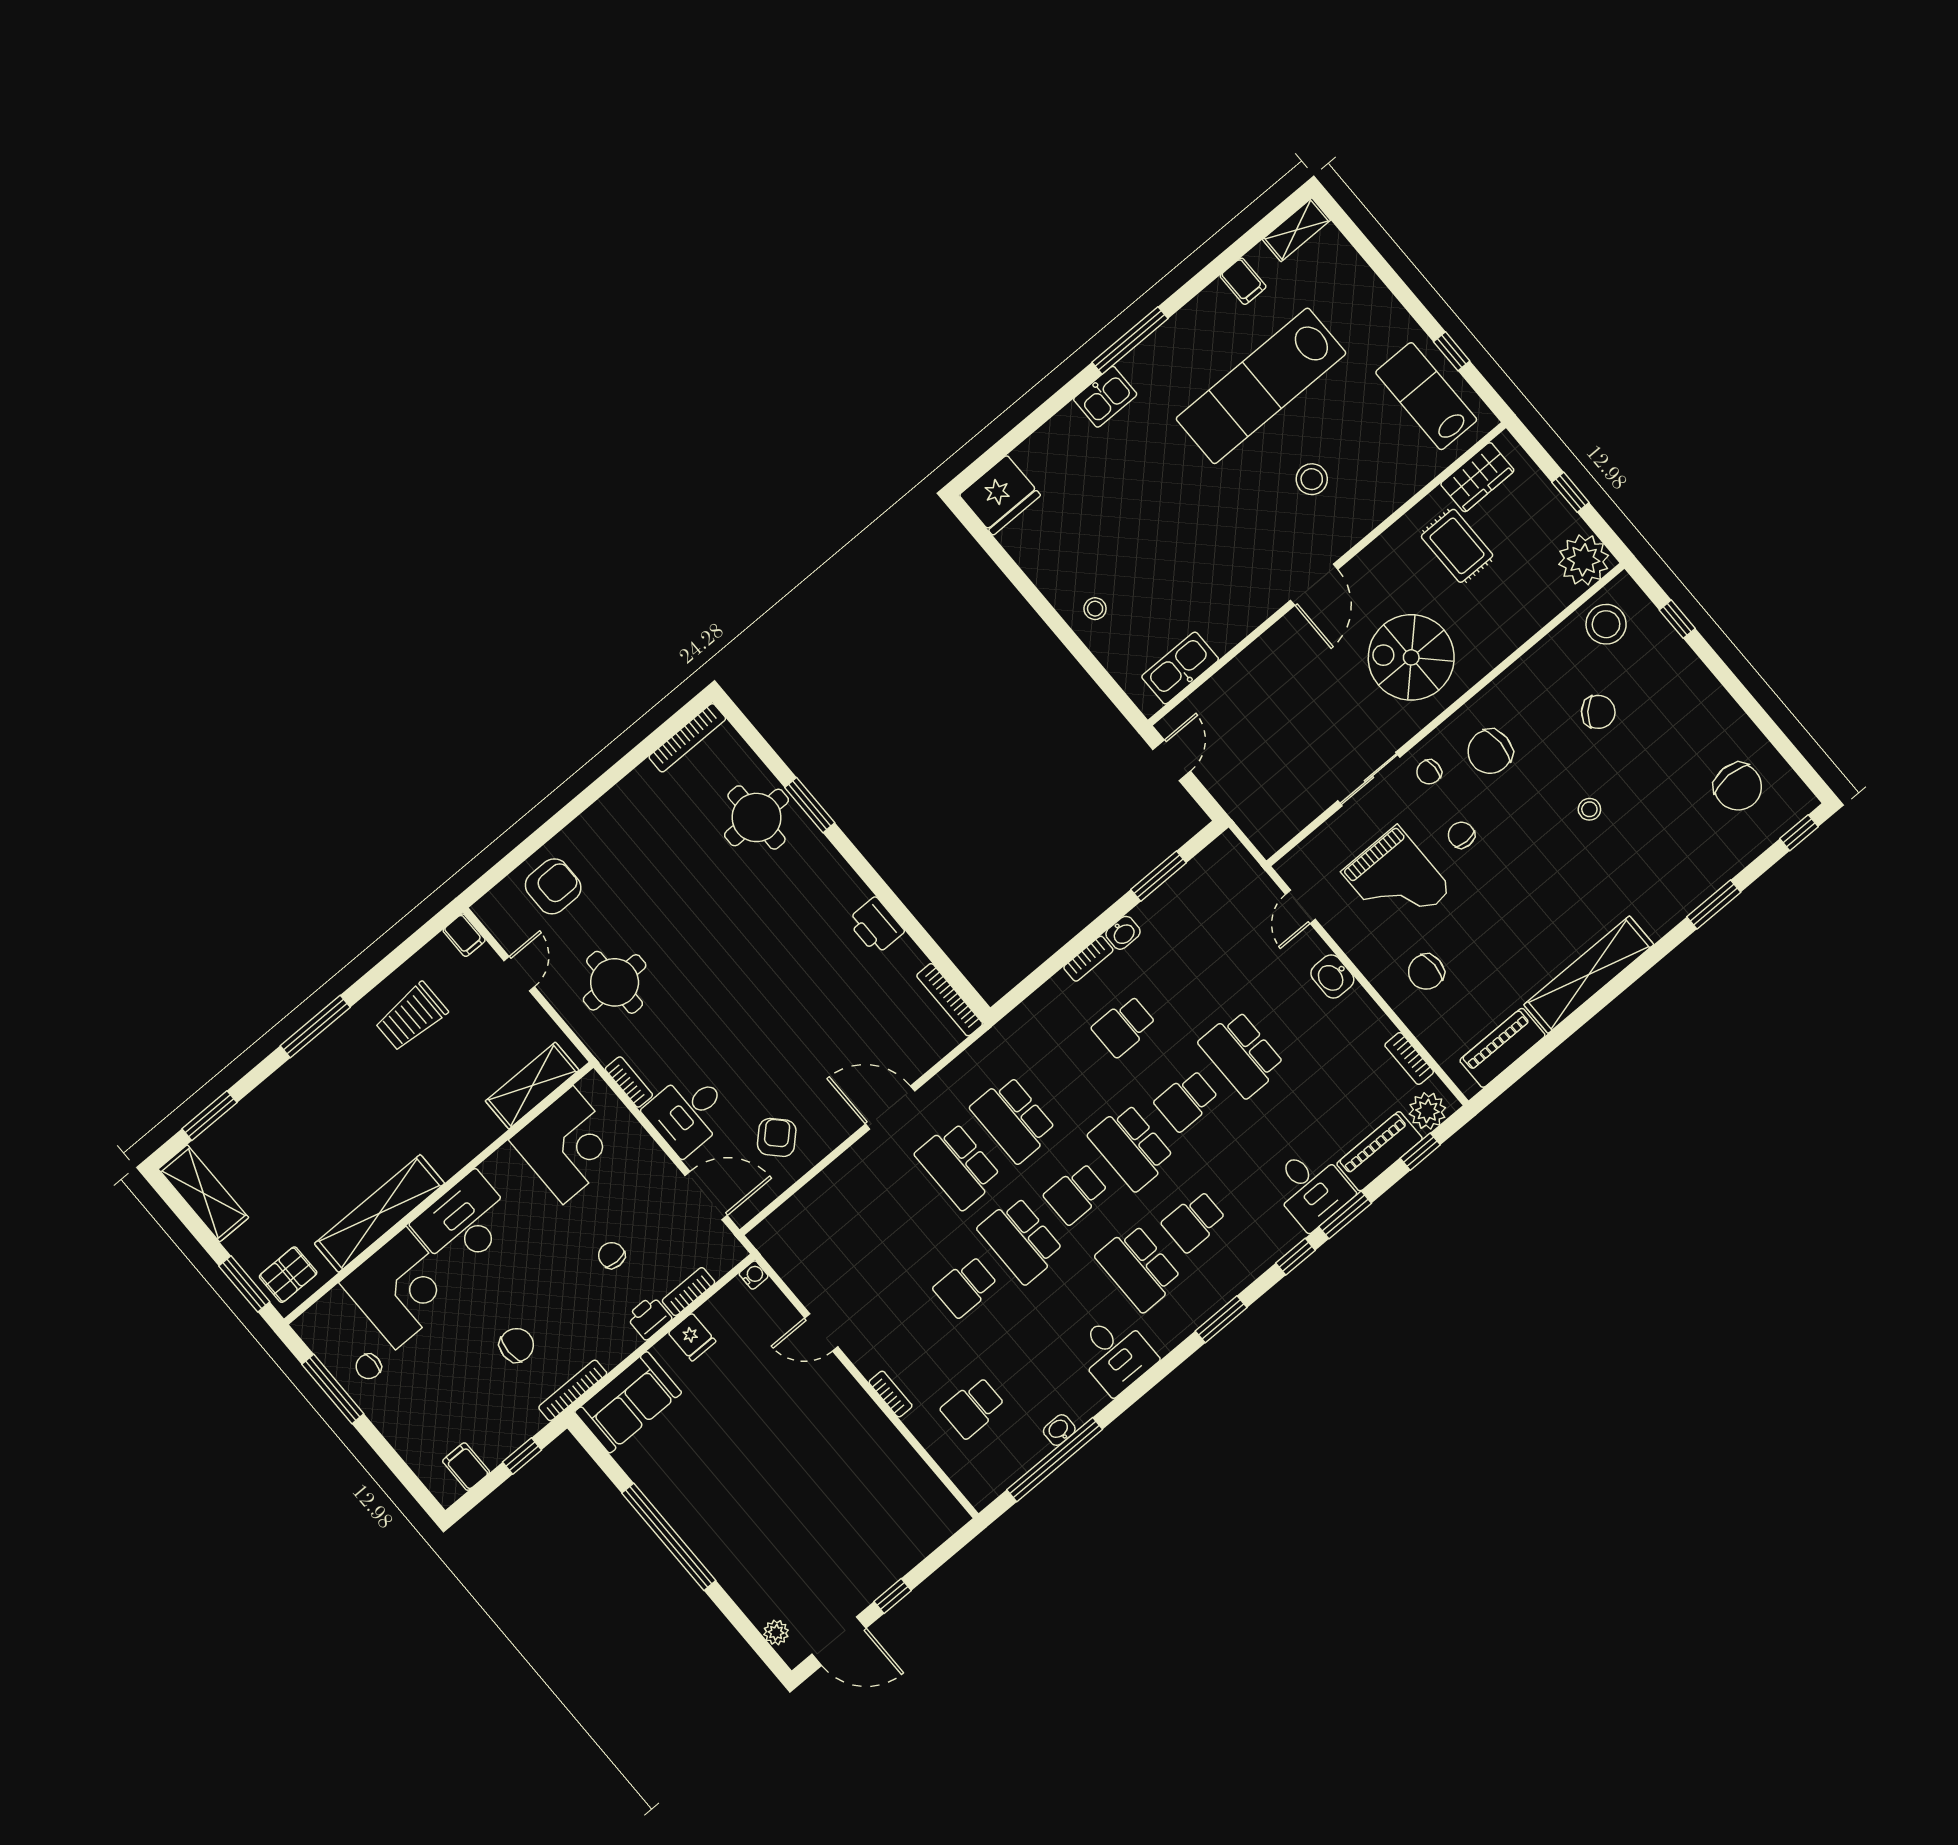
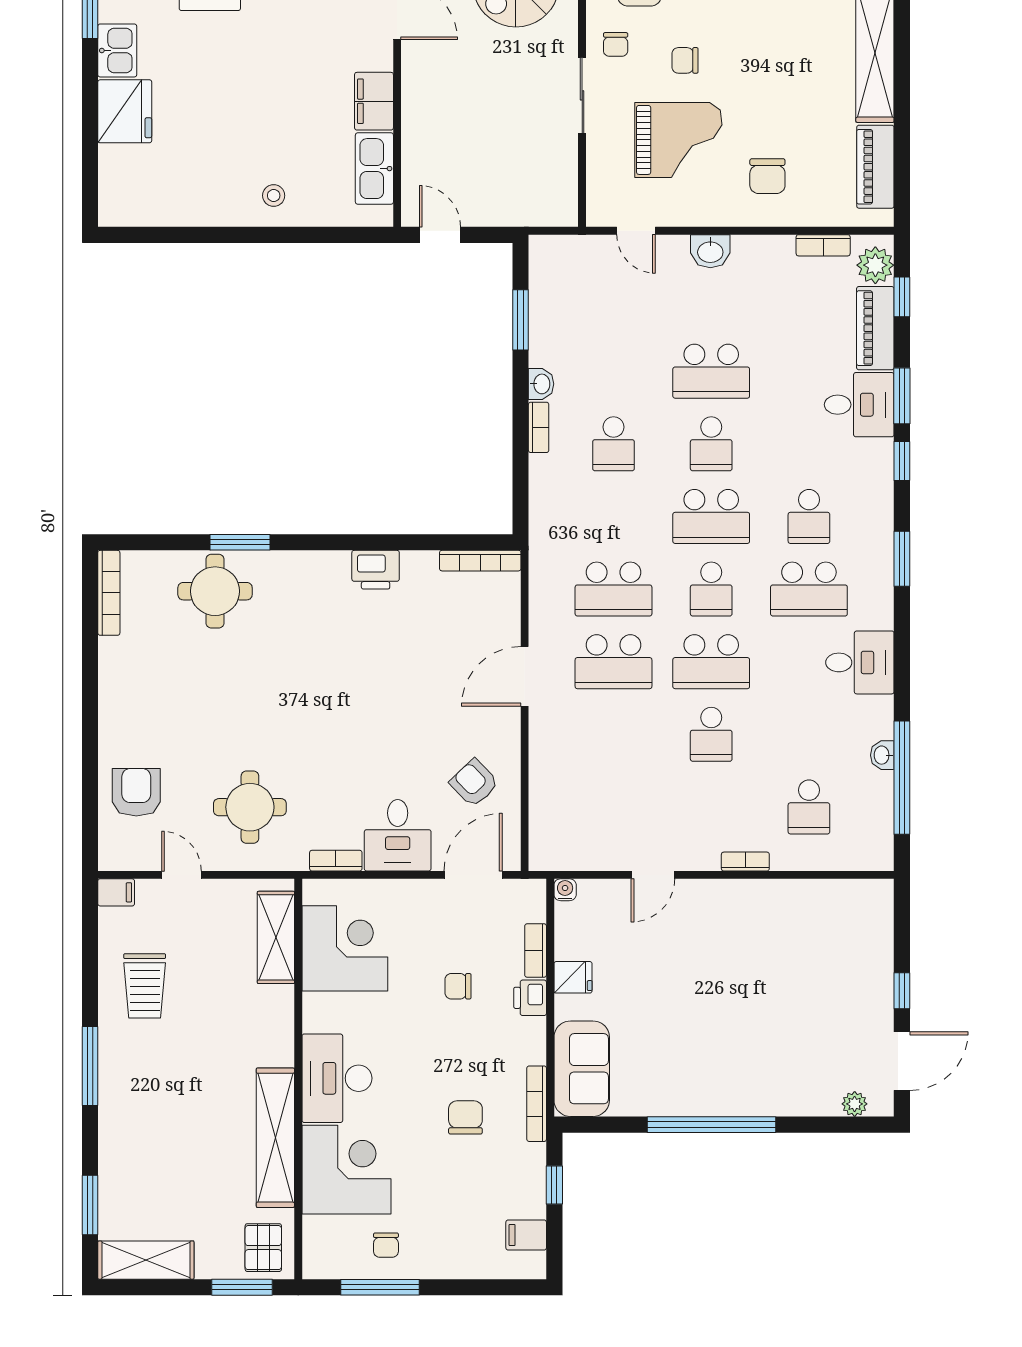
fridge: (1000, 495) -> (125, 111), moved
filing cabinet: (1231, 625) -> (374, 101), added

